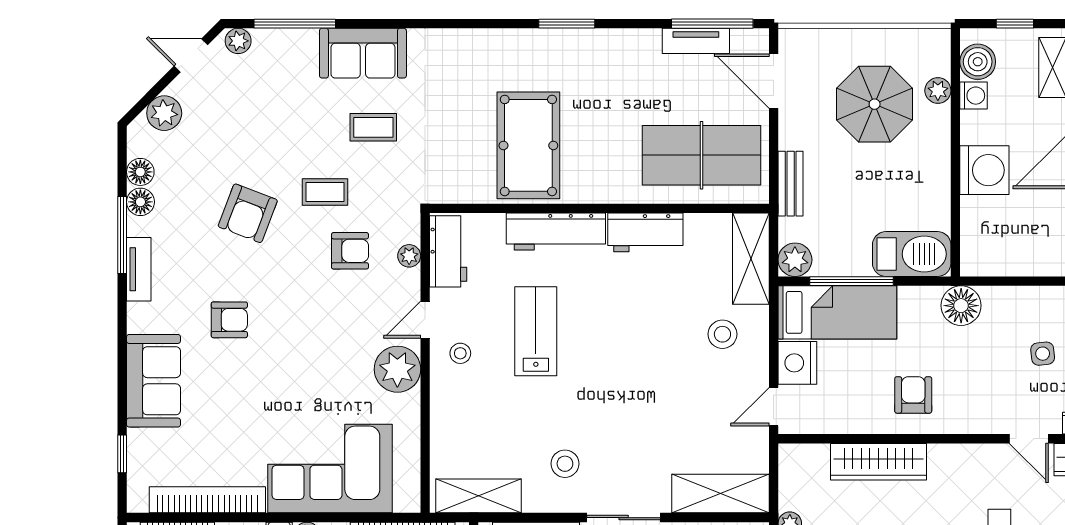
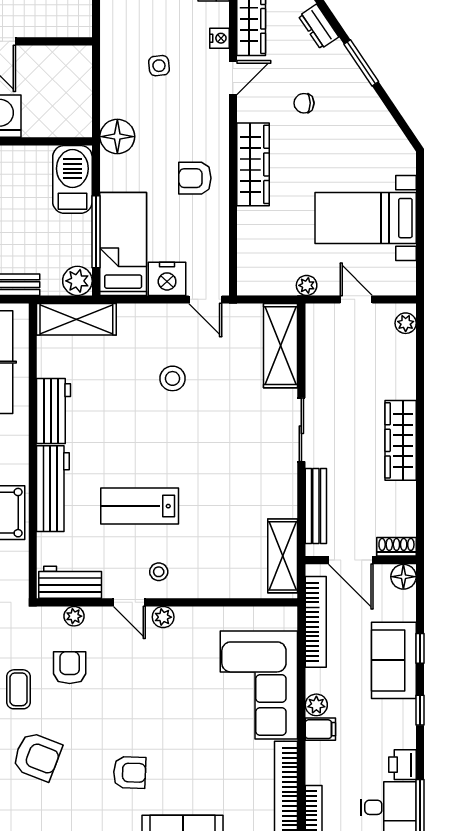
armchair: (229, 320) -> (130, 773), turned 92
stool: (722, 334) -> (173, 378), moved
plant: (397, 369) -> (163, 617), width x0.53, depth x0.53
wardrobe: (879, 462) -> (253, 164), moved
stool: (565, 464) -> (255, 481), removed

